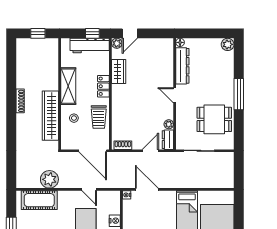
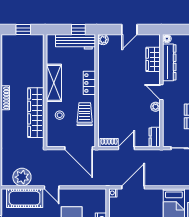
door: (130, 33) -> (129, 29), moved
wardrobe: (119, 71) -> (153, 59), moved, turned 180
trolley: (99, 117) -> (85, 114), turned 180
plant: (169, 124) -> (156, 107), moved
door: (150, 151) -> (126, 148), moved
plant: (49, 179) -> (22, 177), moved
door: (89, 189) -> (52, 187), moved
door: (147, 189) -> (133, 187), hinge flipped

